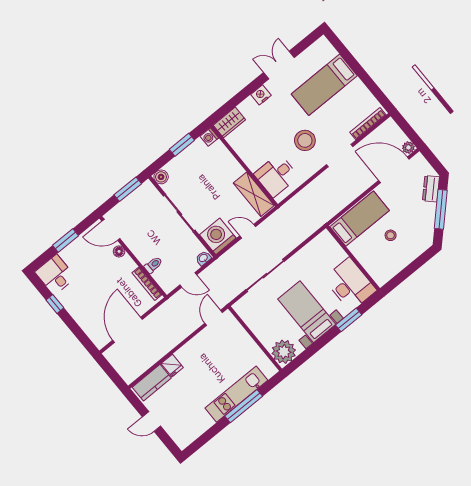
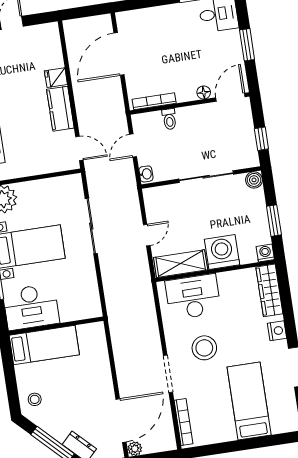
wardrobe: (229, 122) -> (269, 290), width x1.50
desk: (276, 175) -> (193, 297), width x1.37
window: (128, 189) -> (261, 139), width x0.67
bed: (360, 219) -> (44, 345), moved, turned -90
stool: (391, 235) -> (35, 399), moved
washing machine: (218, 236) -> (222, 252), moved, turned -90
door: (128, 330) -> (119, 54), swing flipped
kitchen counter: (152, 383) -> (60, 109), moved

